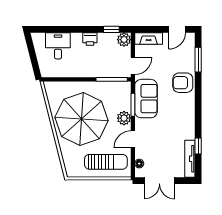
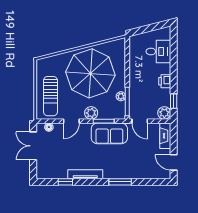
window: (198, 60) -> (120, 182), moved
armchair: (183, 83) -> (124, 168), removed
plant: (106, 86) -> (121, 96), added
door: (133, 139) -> (71, 121), swing flipped
tv unit: (190, 159) -> (85, 174), moved

